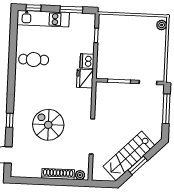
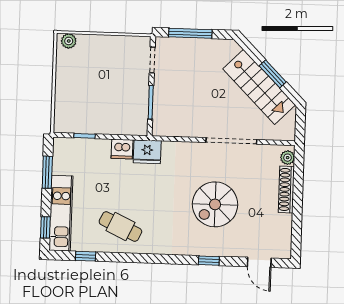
window: (13, 35) -> (86, 256), added
cafe table: (34, 60) -> (120, 227), turned -65

